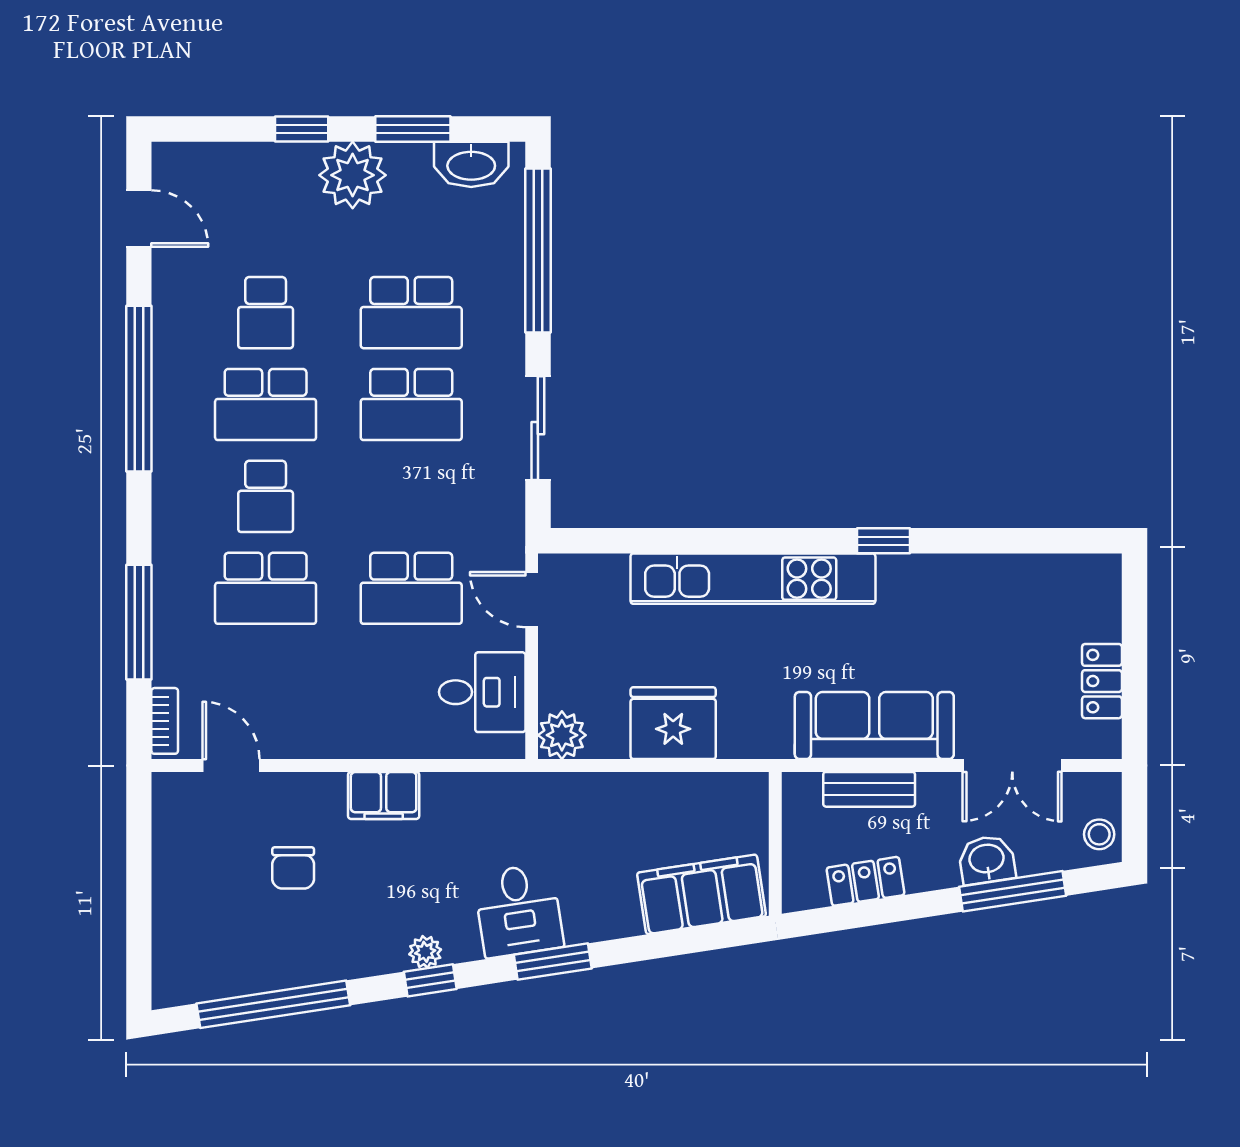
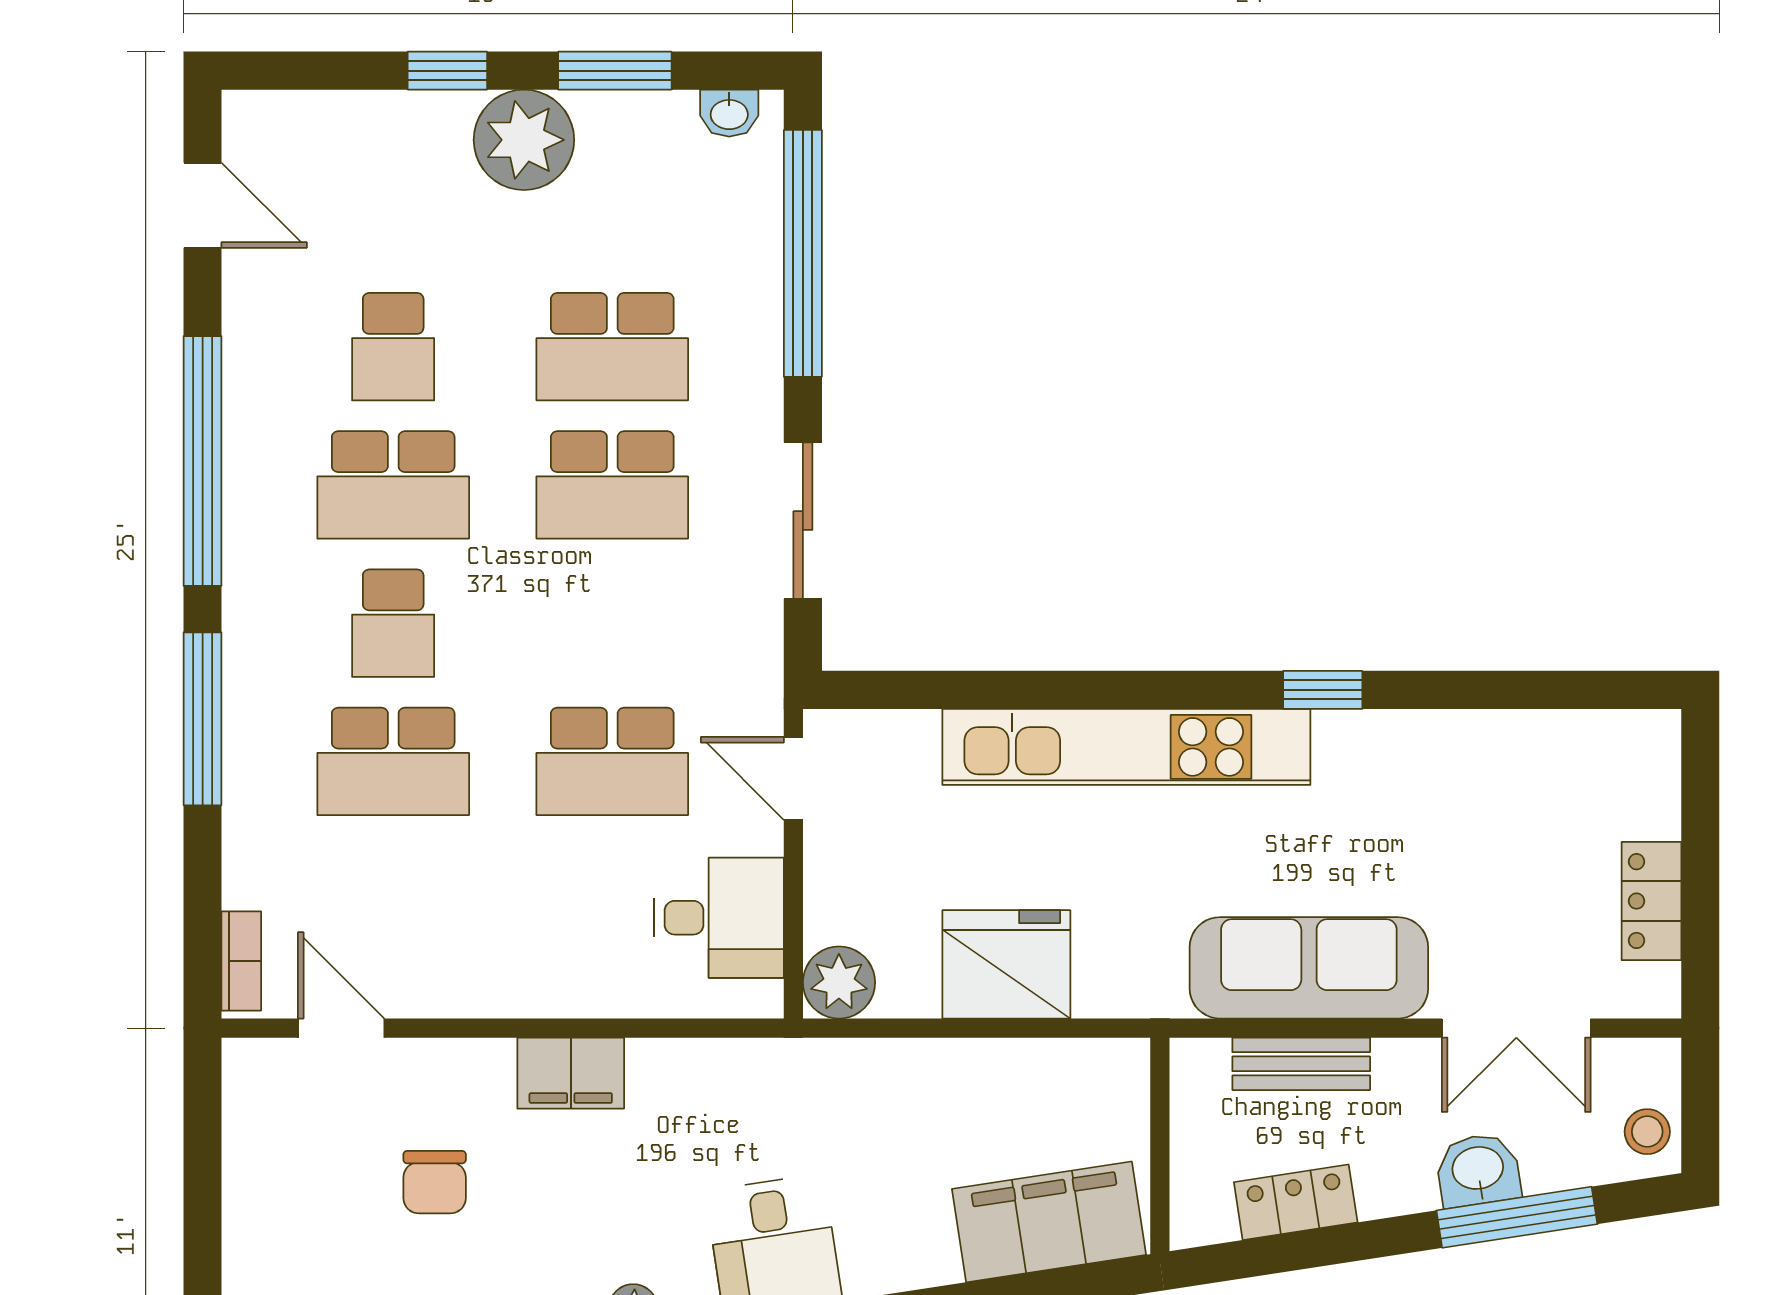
washbasin: (471, 164) -> (729, 113), width x0.52, depth x0.69
window: (139, 622) -> (203, 719), moved

